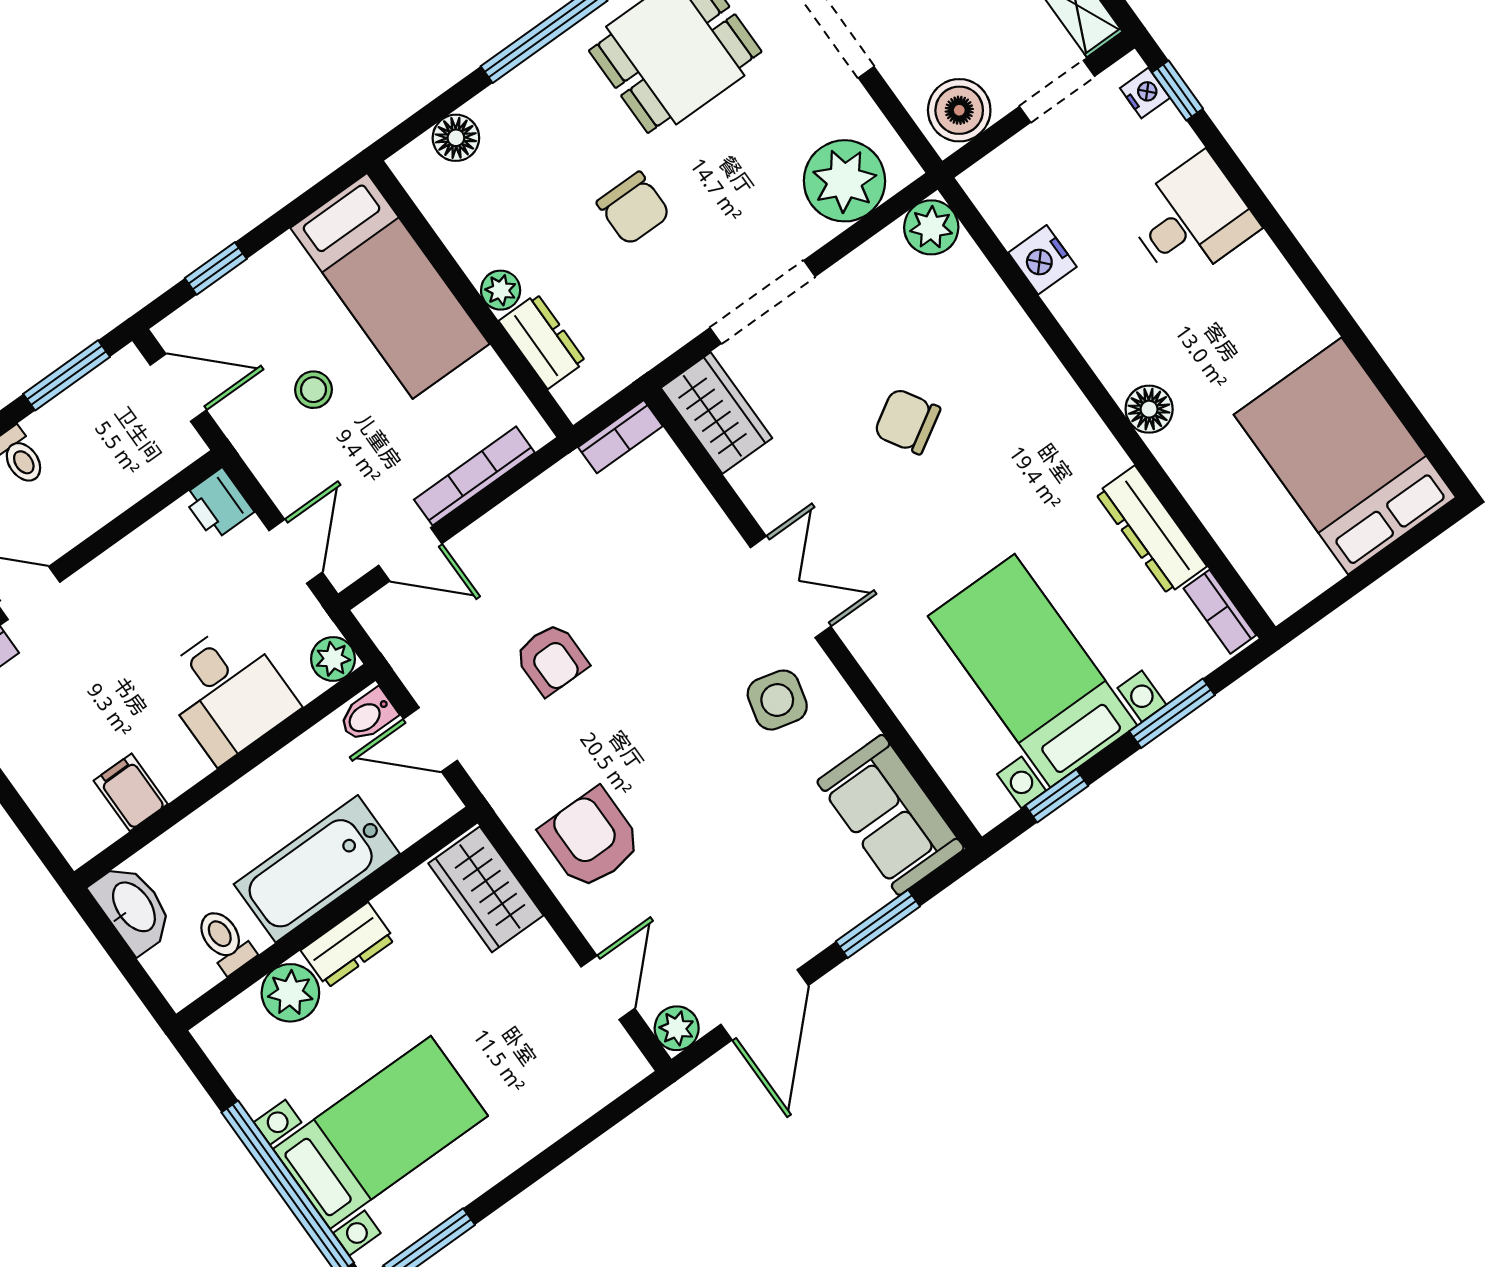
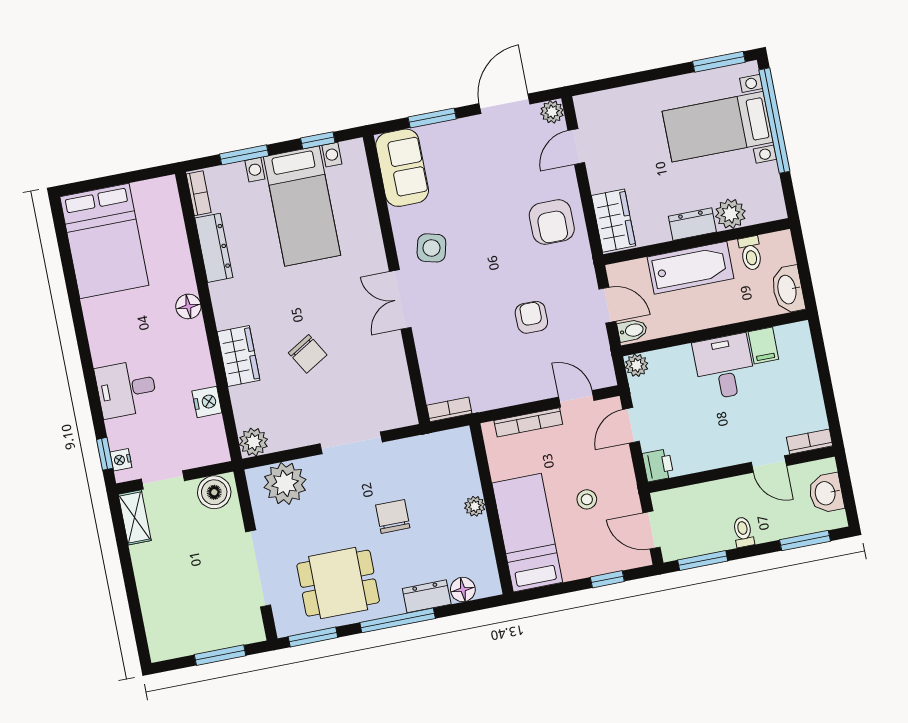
dresser: (542, 341) -> (427, 596), moved, turned 90
wardrobe: (716, 413) -> (239, 356), moved, turned 180
desk: (227, 692) -> (724, 367), moved

